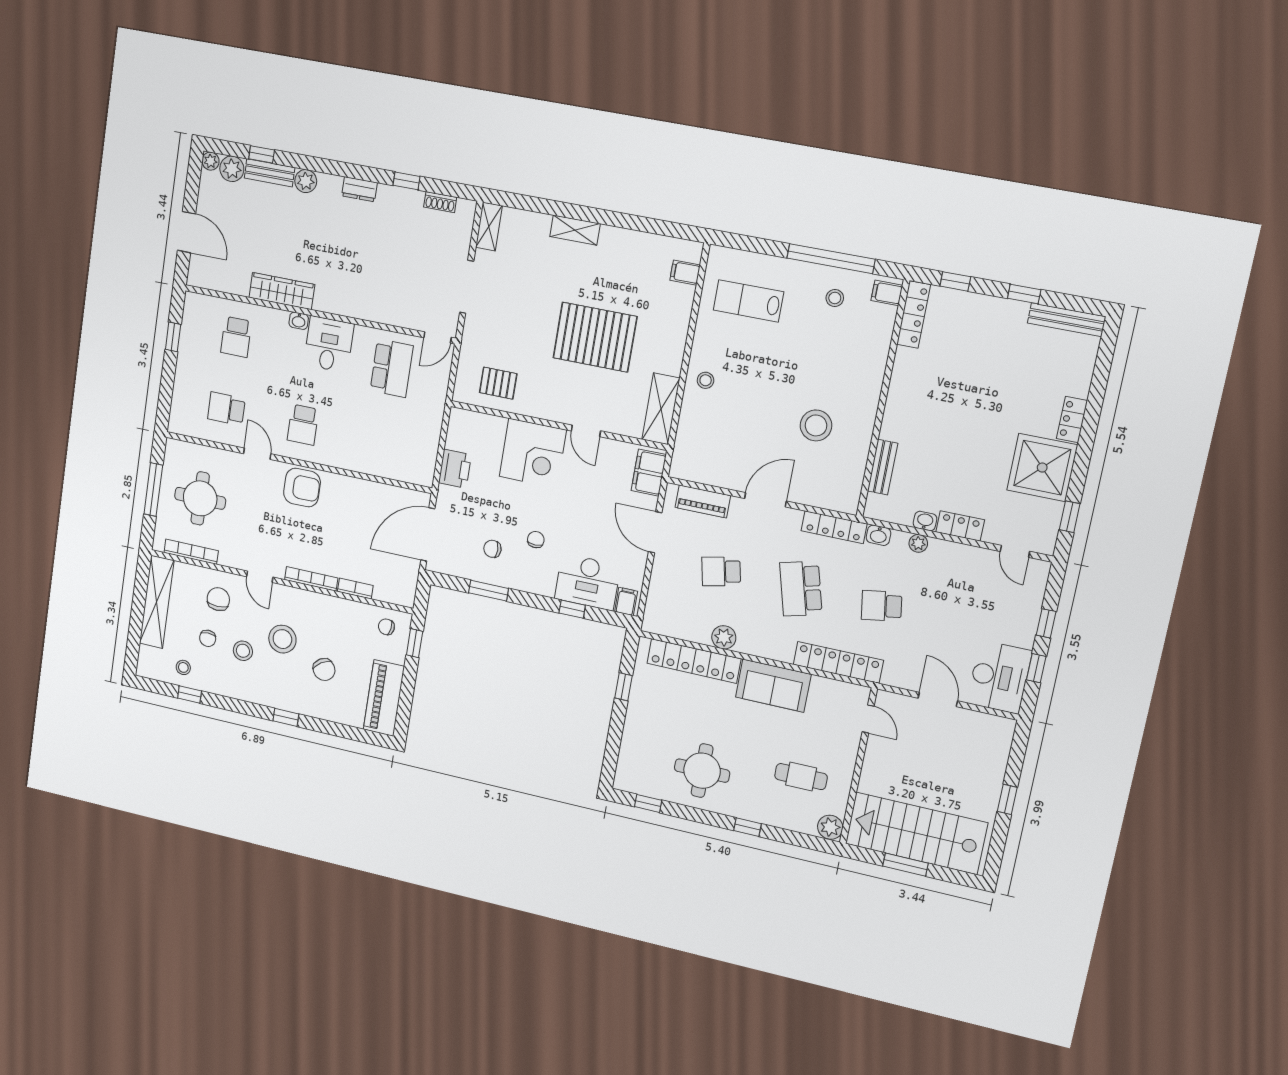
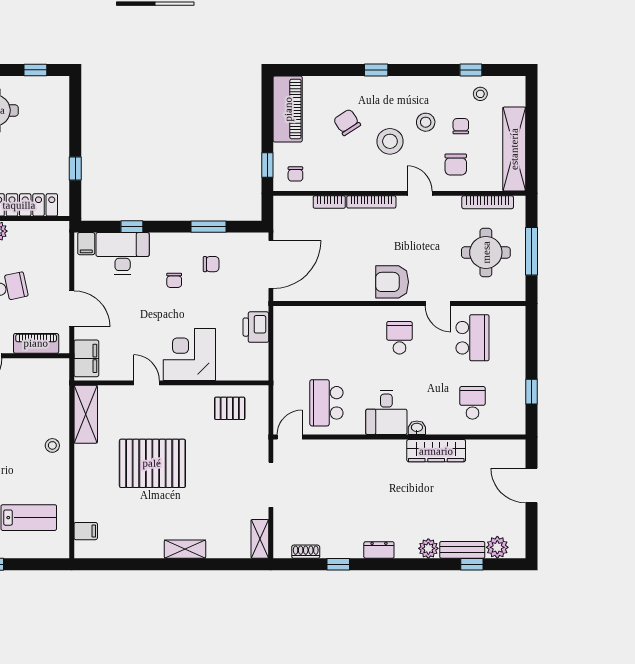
plant: (211, 161) -> (518, 550), removed
school desk: (226, 409) -> (472, 338), width x1.85
chair: (386, 627) -> (295, 174), turned 82

